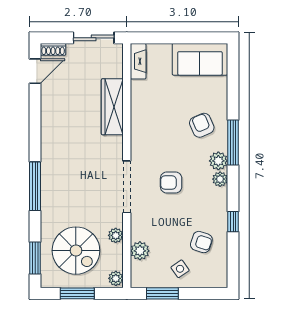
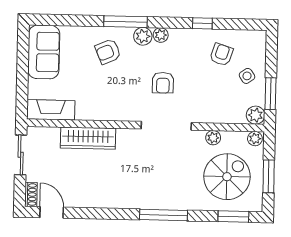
fireplace: (138, 61) -> (51, 110), width x1.37, depth x1.32
plant: (140, 251) -> (256, 115), moved

